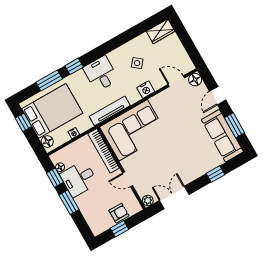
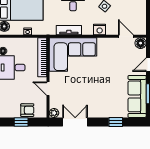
tv unit: (110, 111) -> (69, 30), width x0.71

